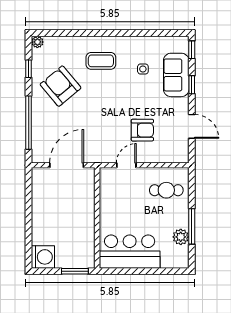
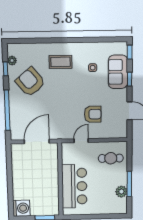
plant: (37, 42) -> (12, 61), moved
bar counter: (130, 252) -> (74, 186), moved, turned 90

